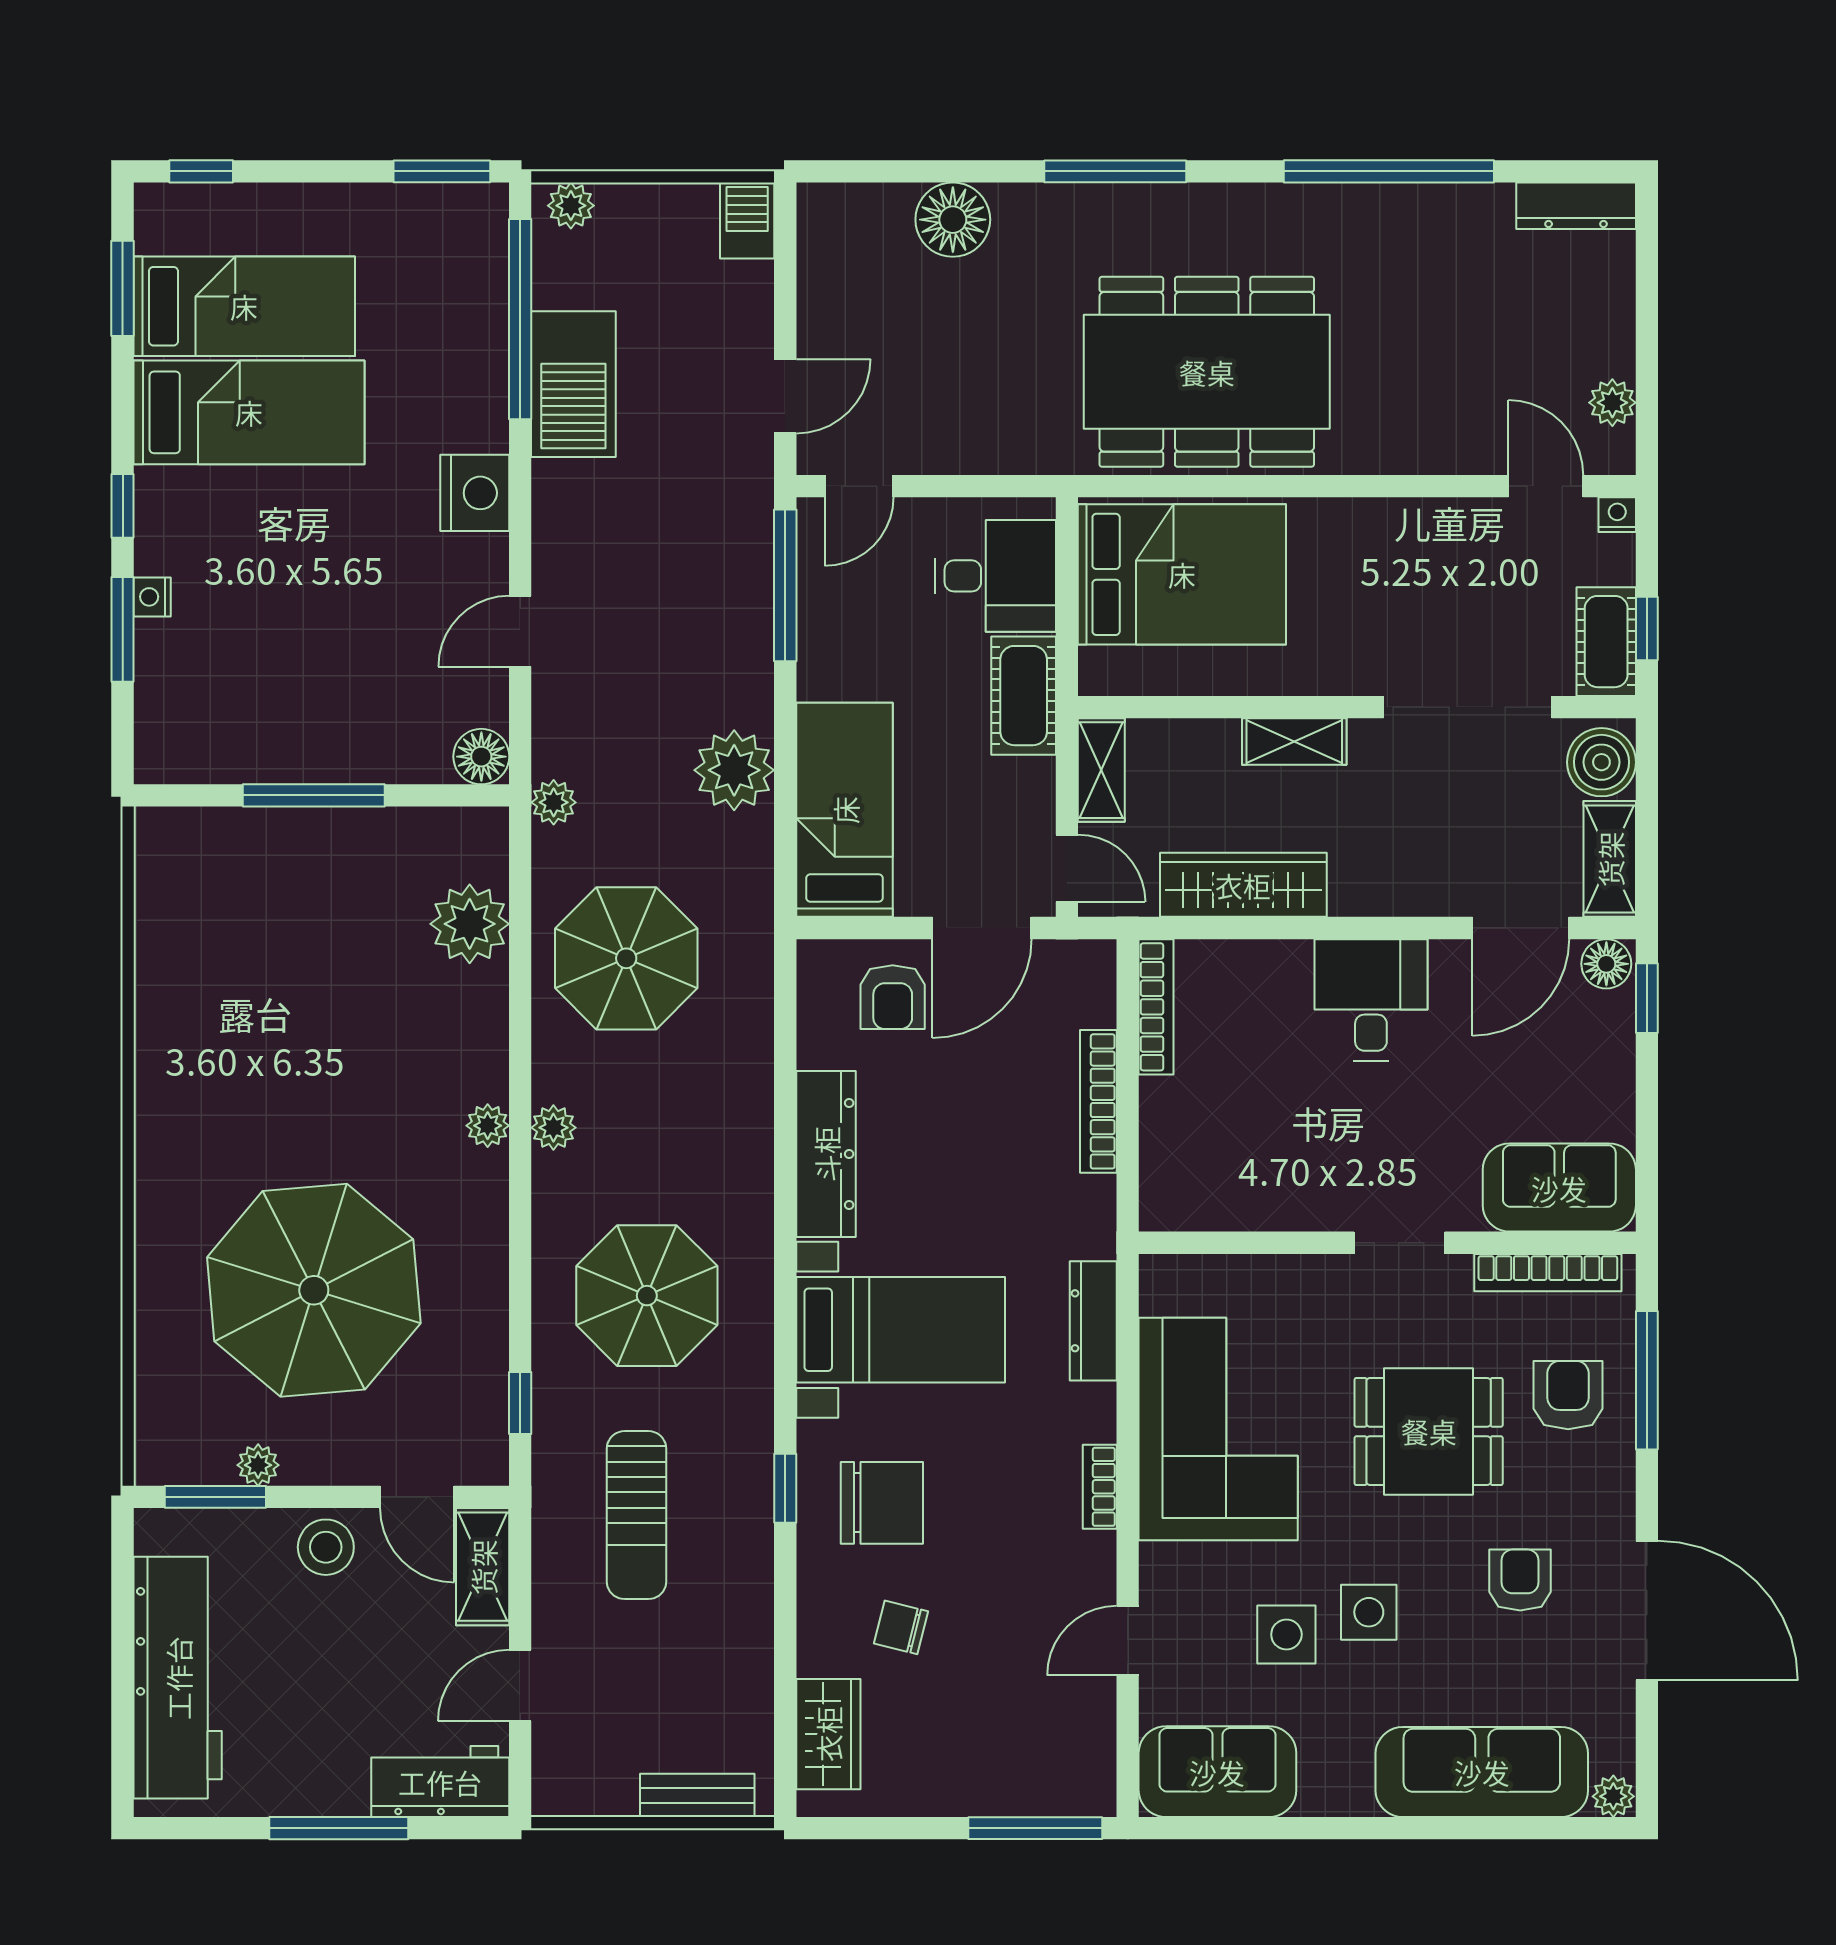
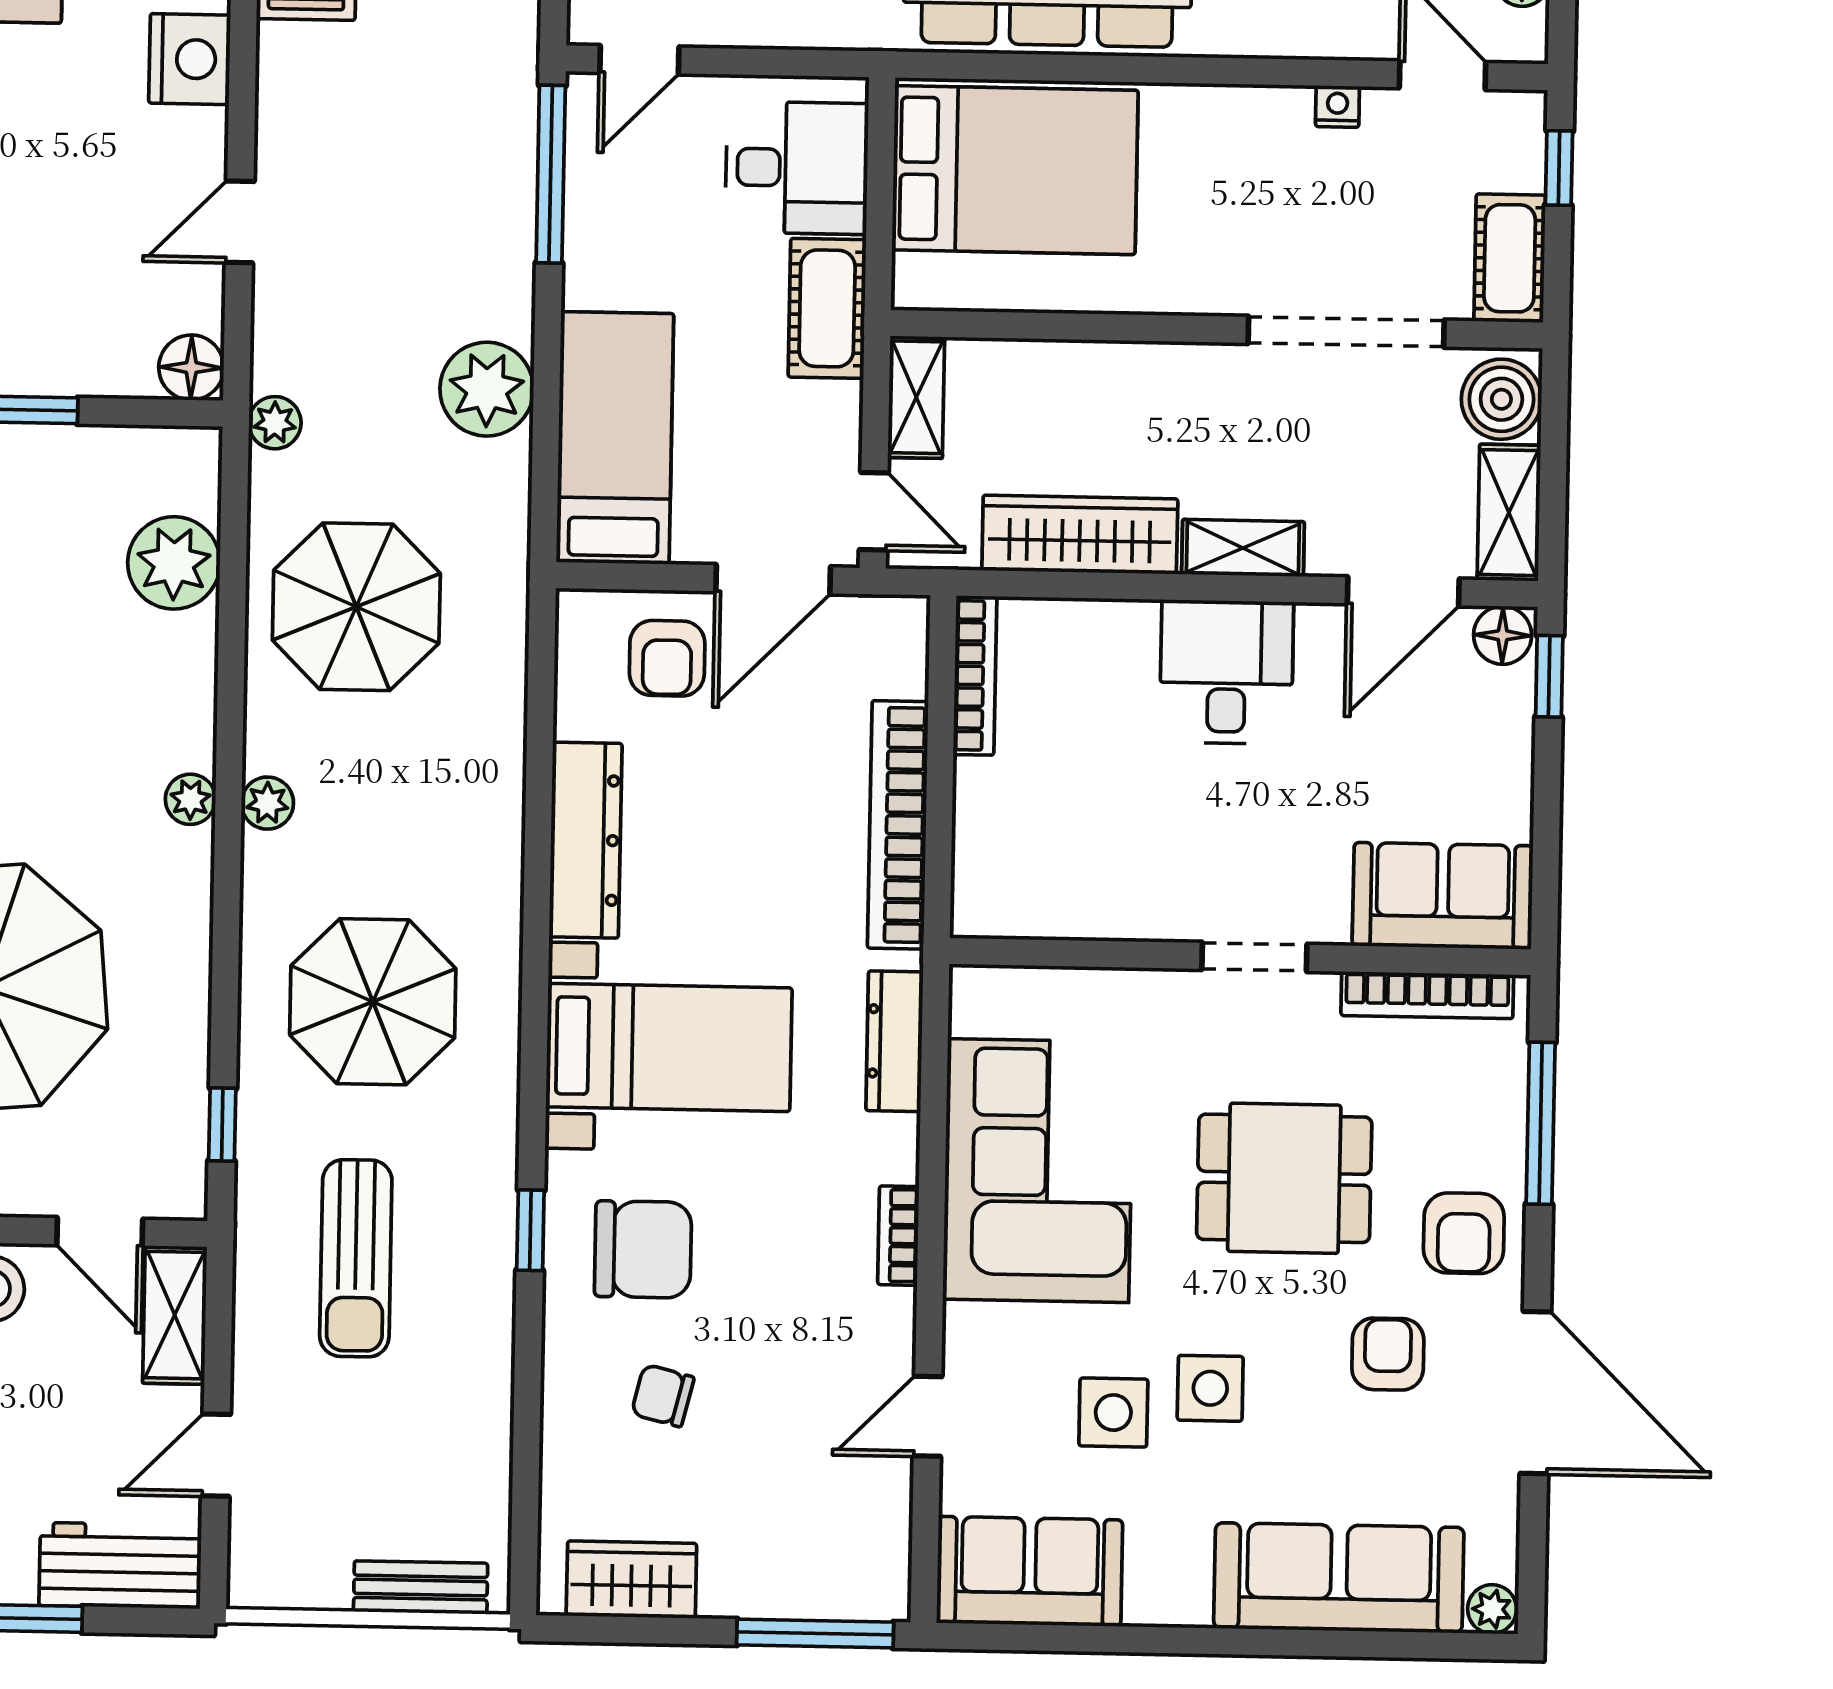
nightstand: (1617, 515) -> (1337, 107), moved
window: (1647, 629) -> (1559, 168), moved
shelving: (1294, 742) -> (1243, 548), moved
bookcase: (1098, 1101) -> (898, 825), width x1.48, depth x1.31
armchair: (1568, 1395) -> (1464, 1233), moved, turned 180
wardrobe: (828, 1734) -> (631, 1580), moved, turned -90

